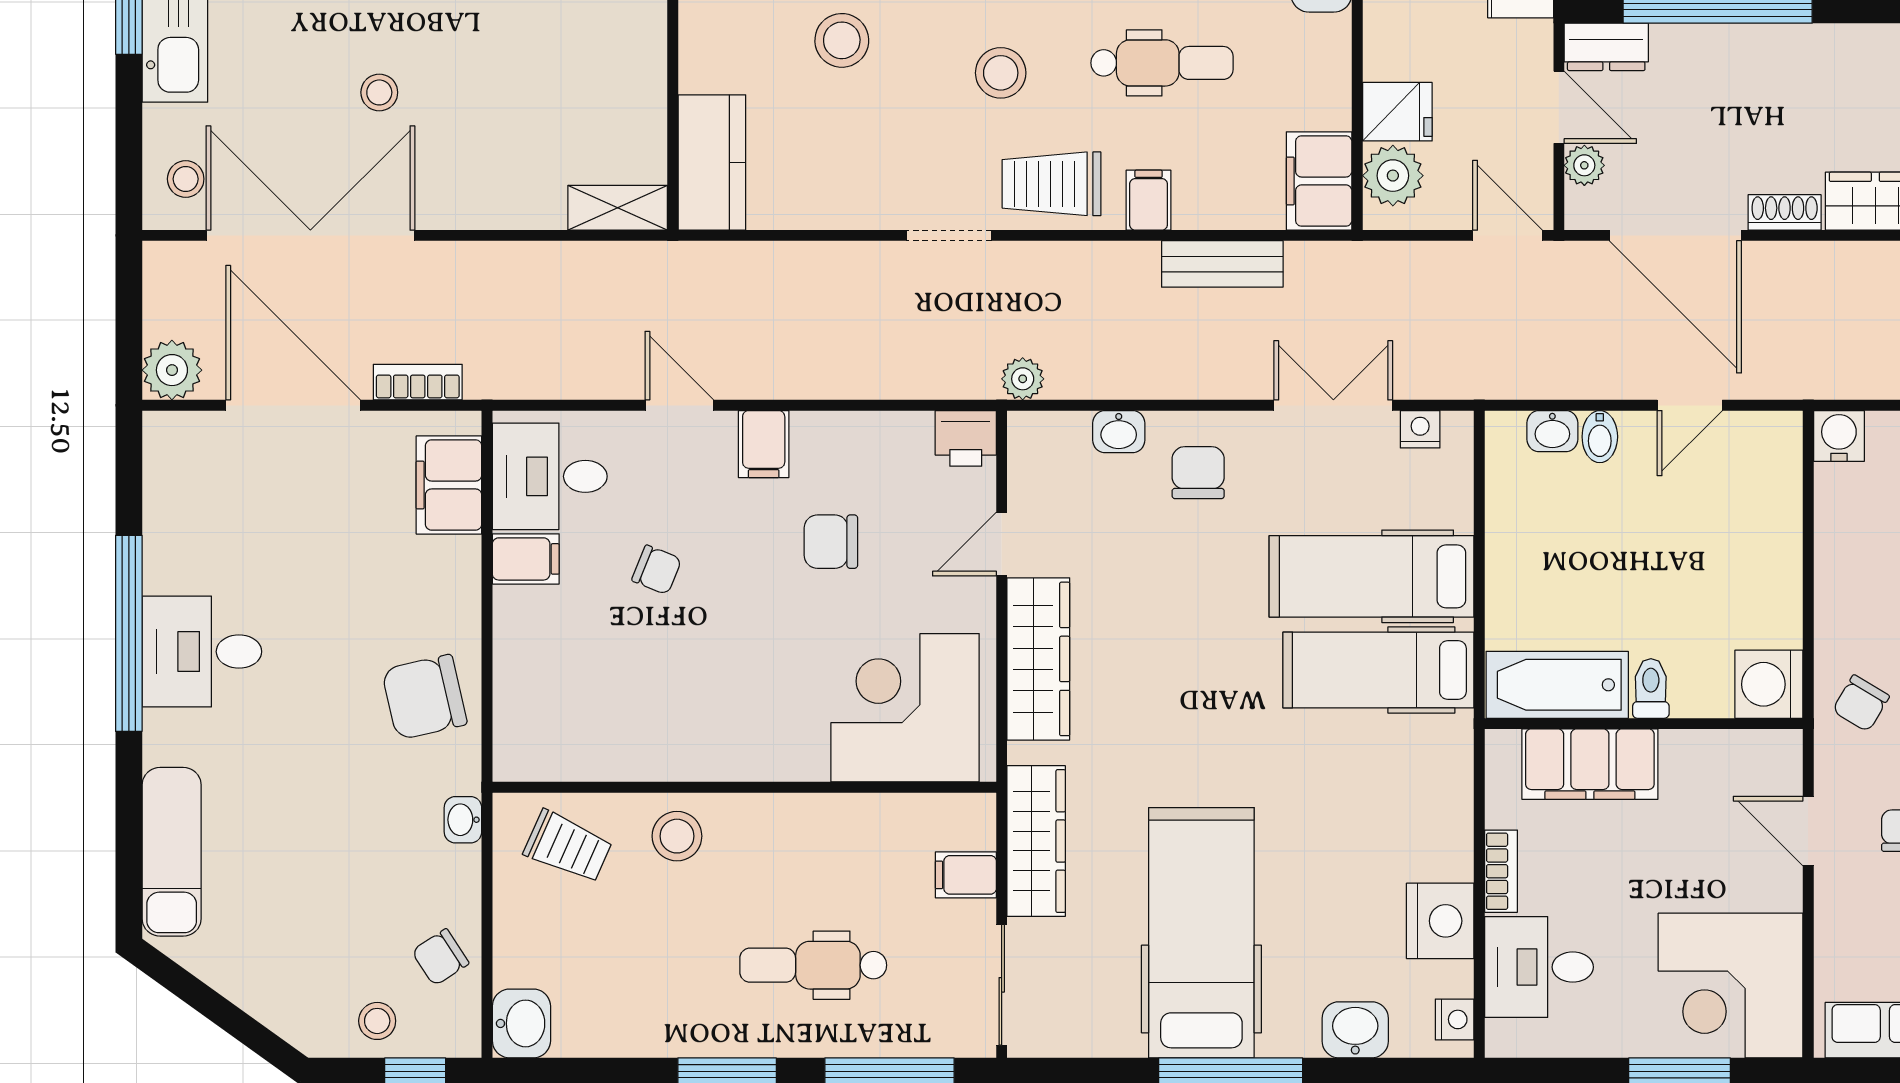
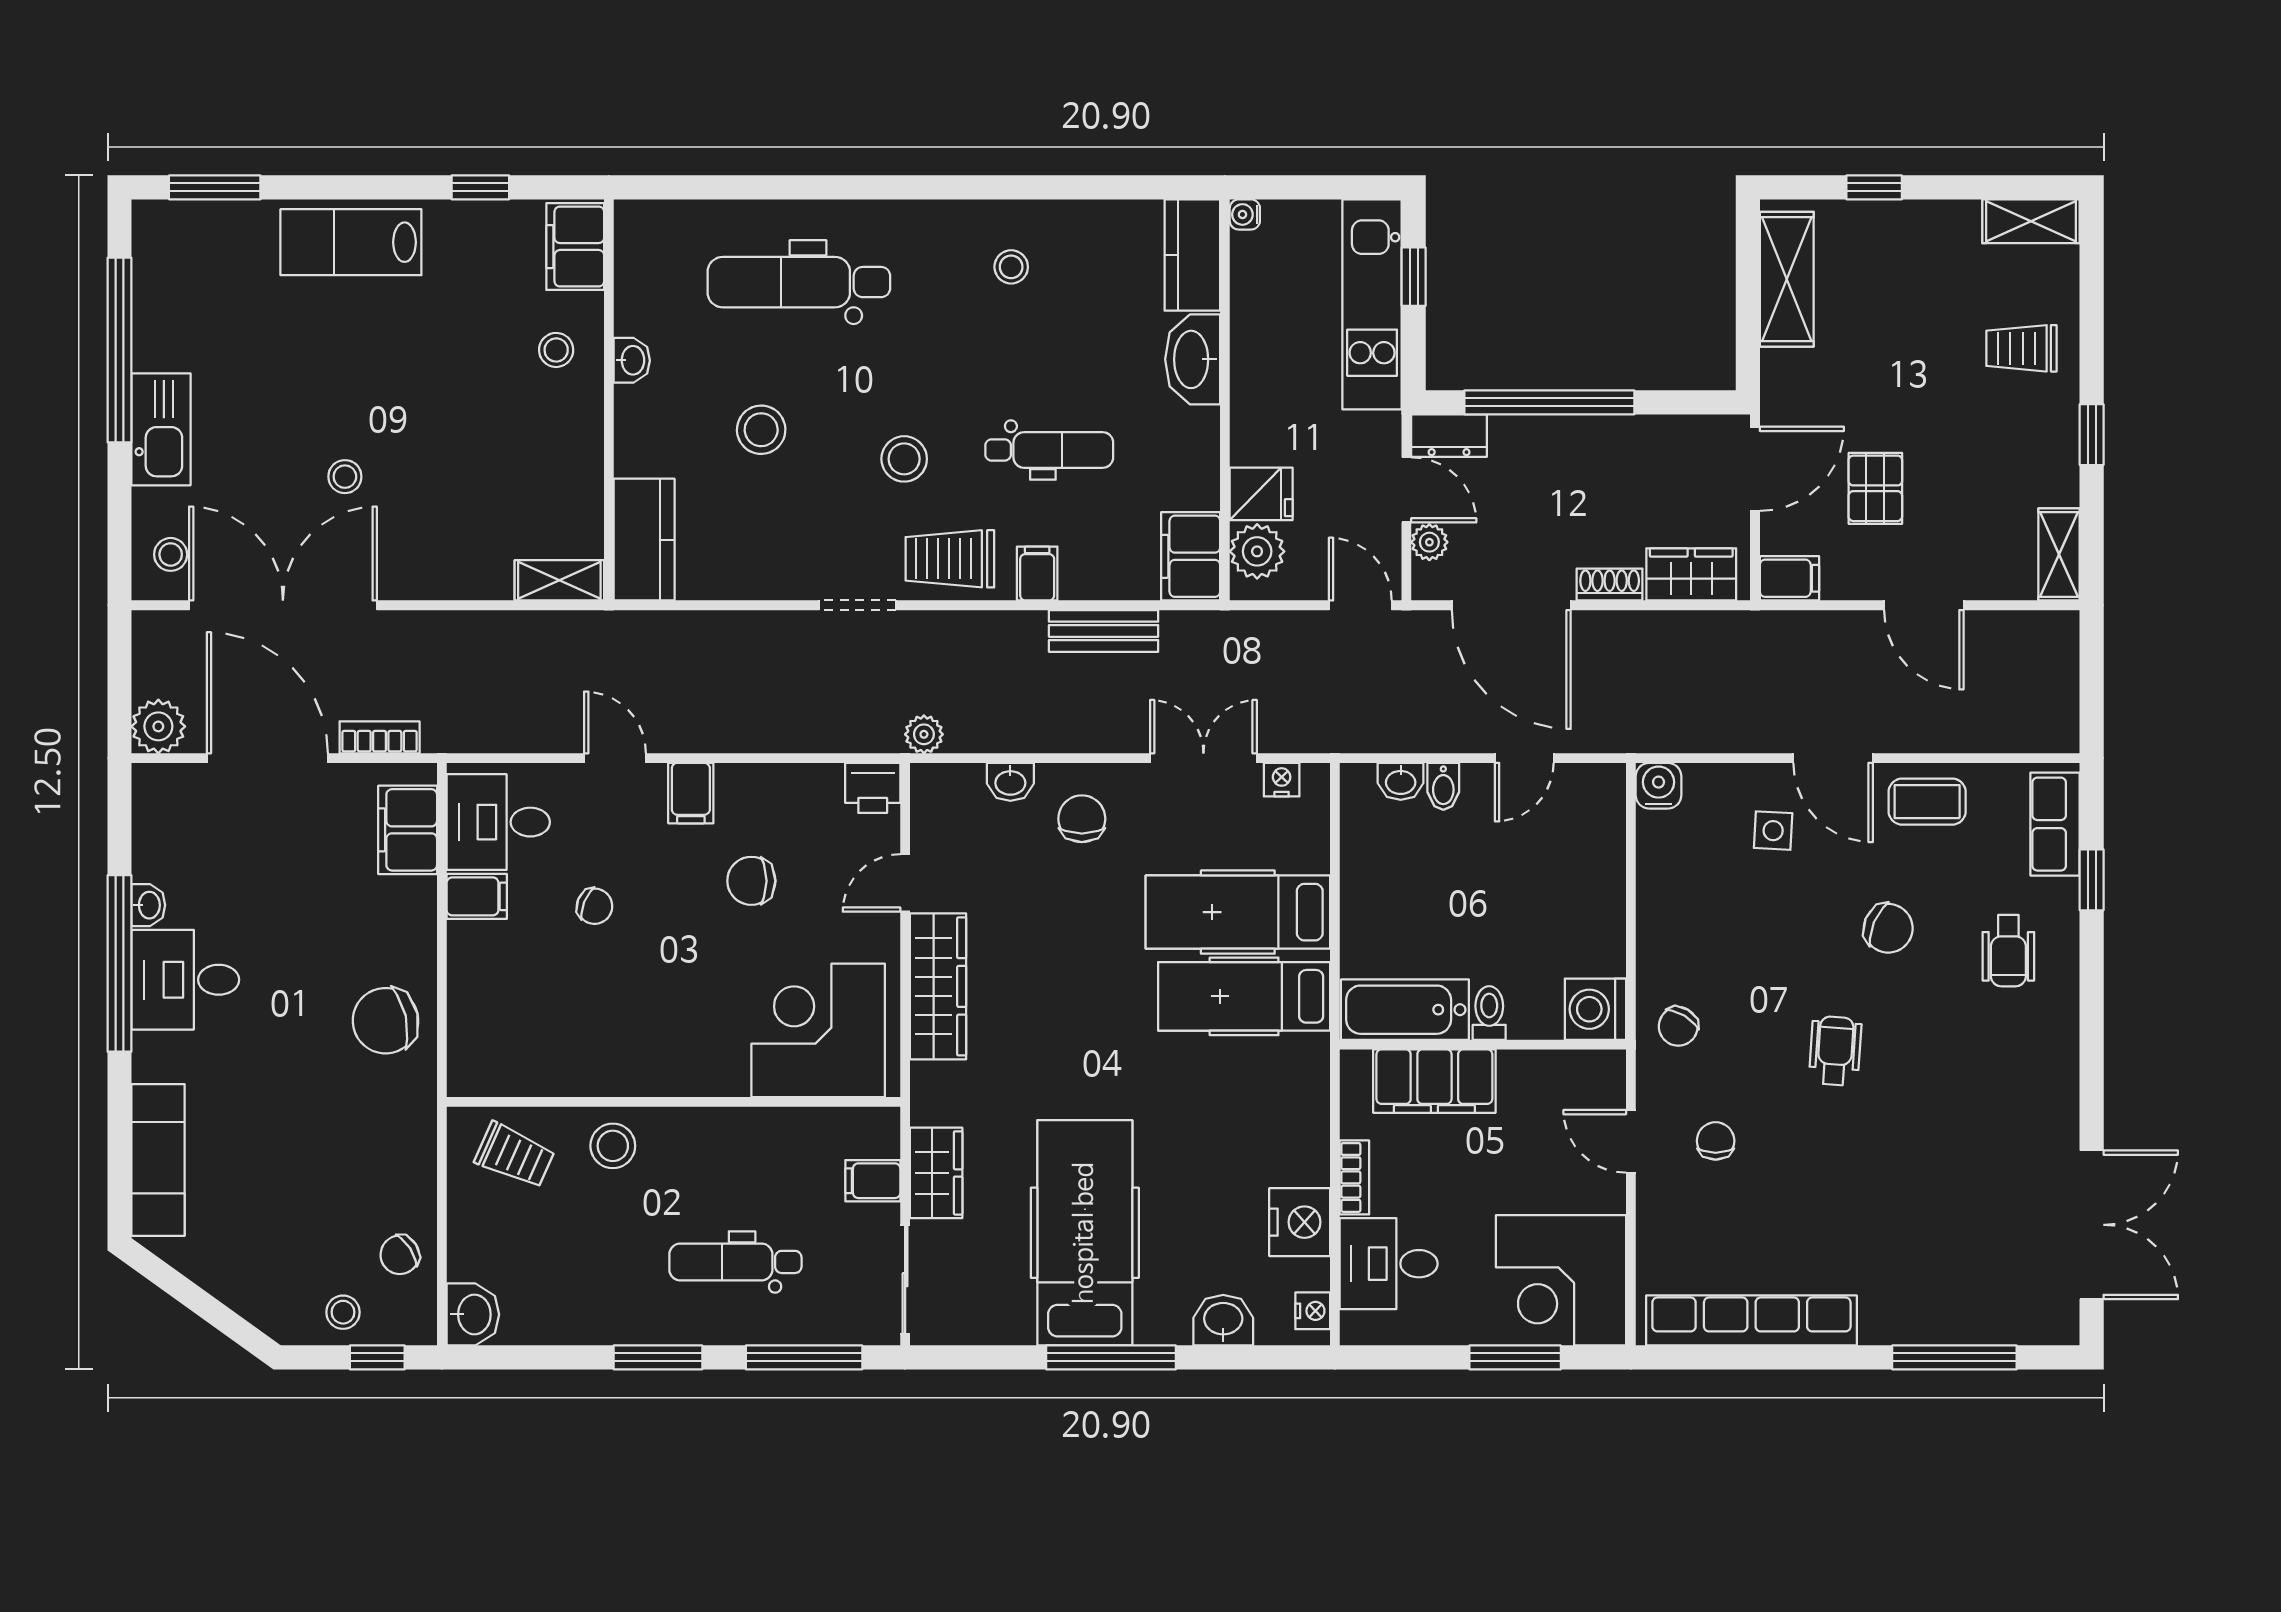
washbasin: (463, 820) -> (148, 905), moved, turned 180
wardrobe: (1036, 841) -> (936, 1173), width x0.67

